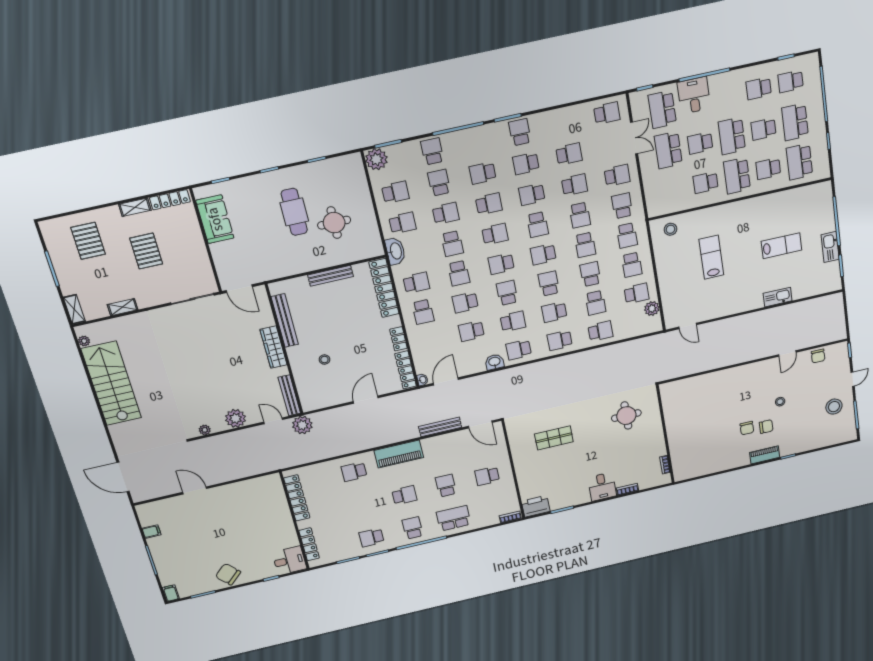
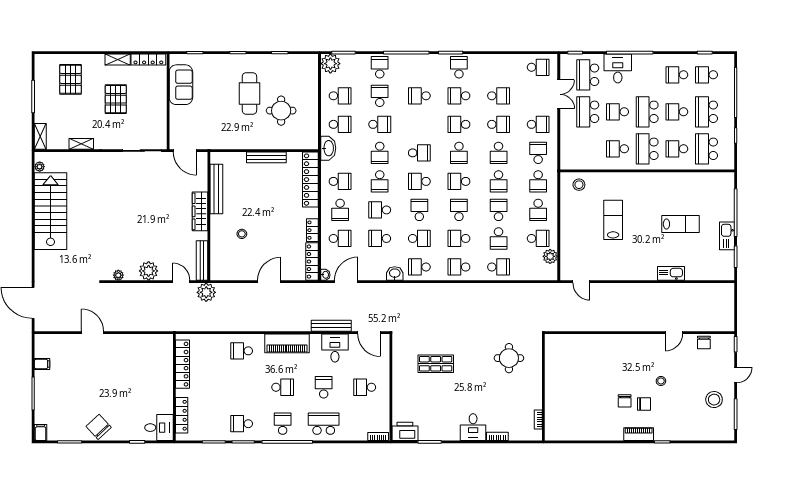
school desk: (489, 204) -> (340, 238), moved
desk: (449, 447) -> (335, 348), added

